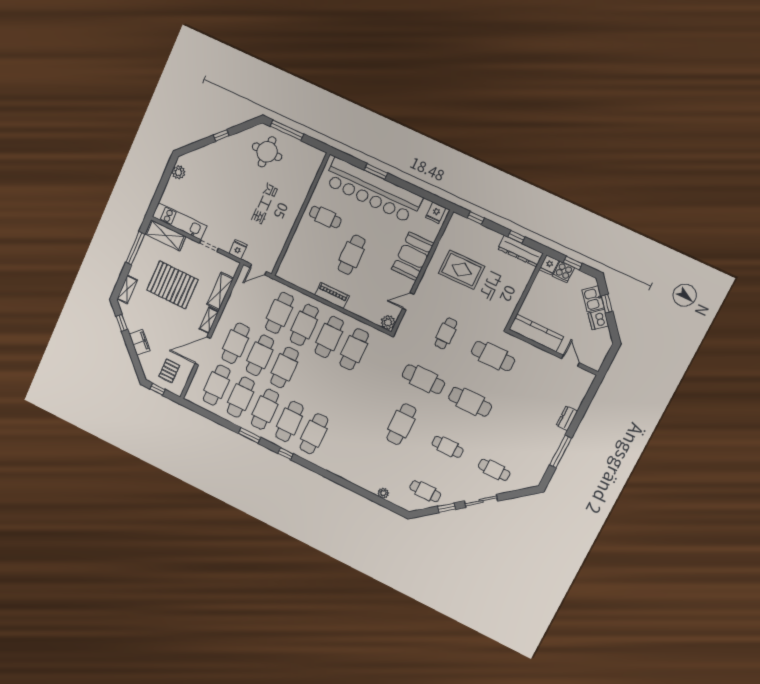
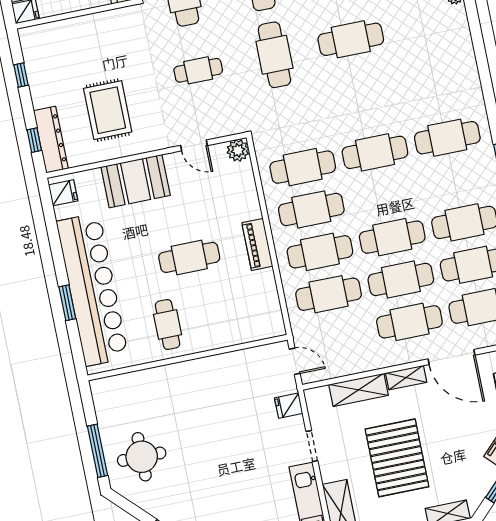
dresser: (520, 251) -> (51, 140), moved
cafe table: (289, 421) -> (375, 152), moved

